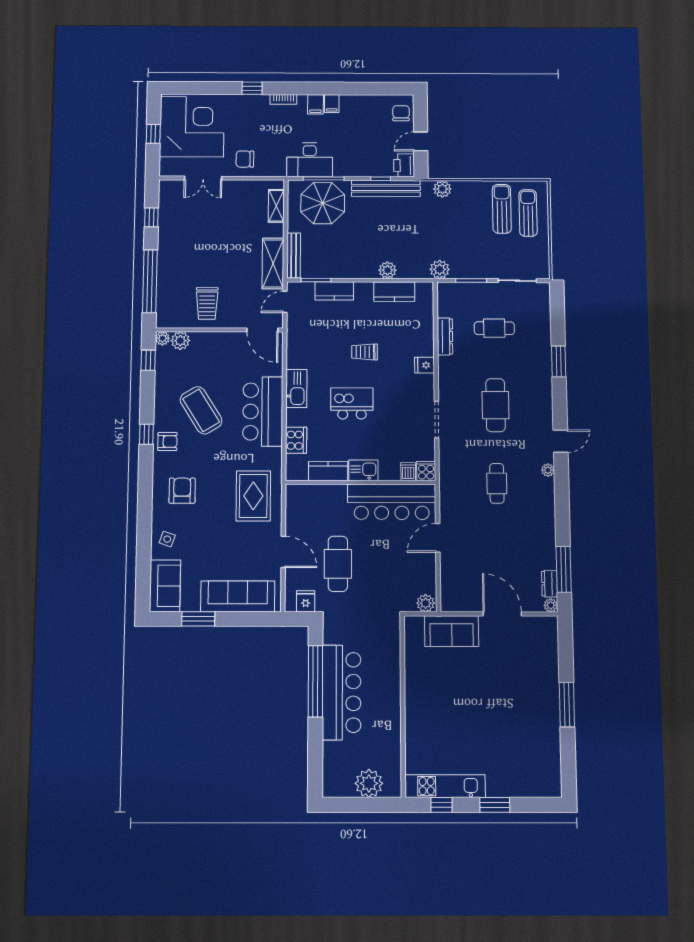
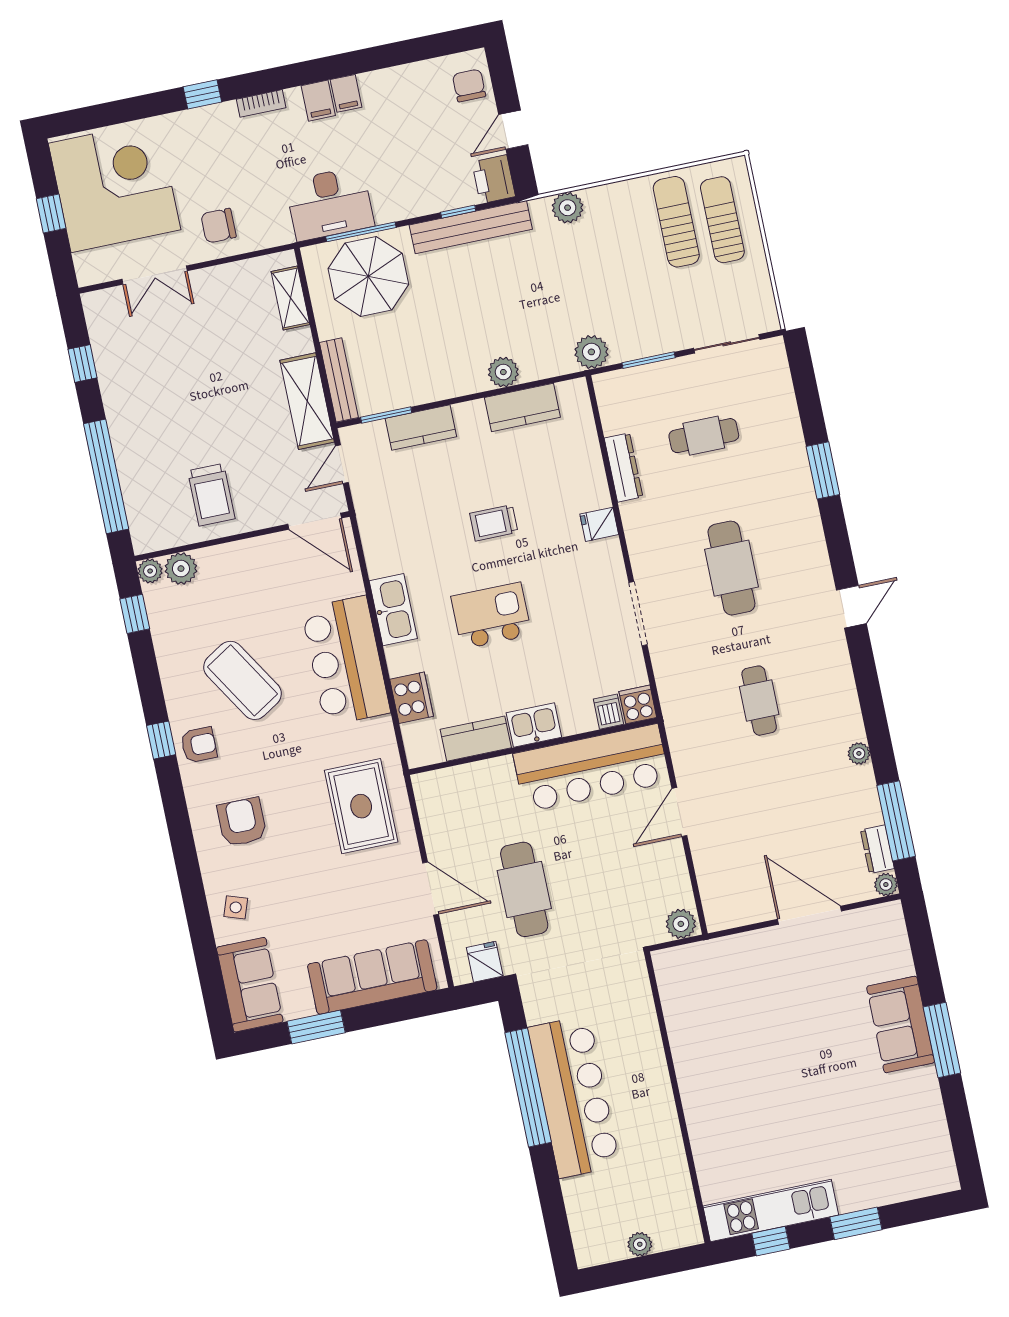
plant: (548, 470) -> (859, 753), moved
sofa: (452, 631) -> (901, 1024), moved, turned 90
plant: (369, 783) -> (640, 1244), width x0.53, depth x0.53

